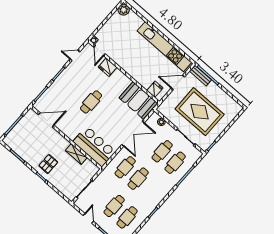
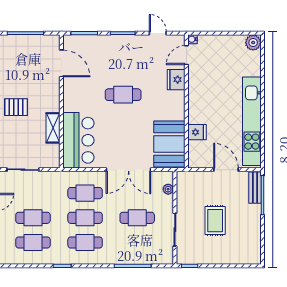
fridge: (155, 89) -> (197, 132), moved
rug: (200, 112) -> (215, 221), width x0.54, depth x0.49
cafe table: (175, 163) -> (85, 242), moved

